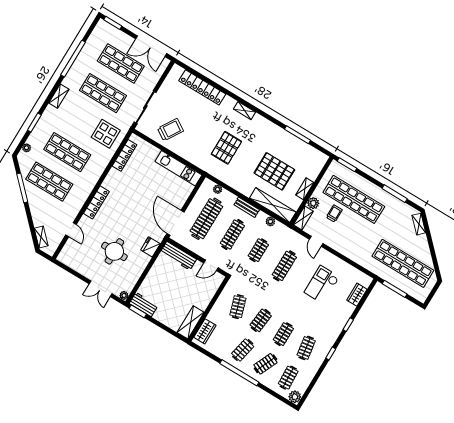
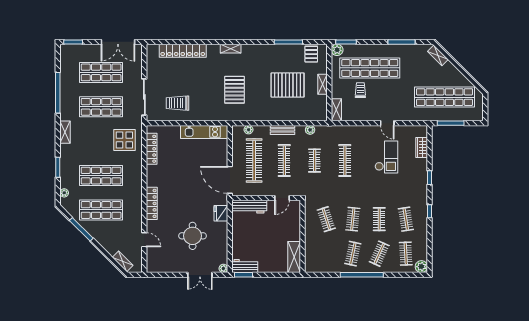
trolley: (170, 130) -> (177, 103), turned -122
pallet: (311, 157) -> (311, 54), added
plant: (313, 203) -> (337, 50), moved
shelving: (273, 205) -> (304, 115), removed
door: (316, 241) -> (387, 123), moved
checkout: (322, 285) -> (386, 157), turned 180
wardrobe: (205, 331) -> (311, 257), removed

